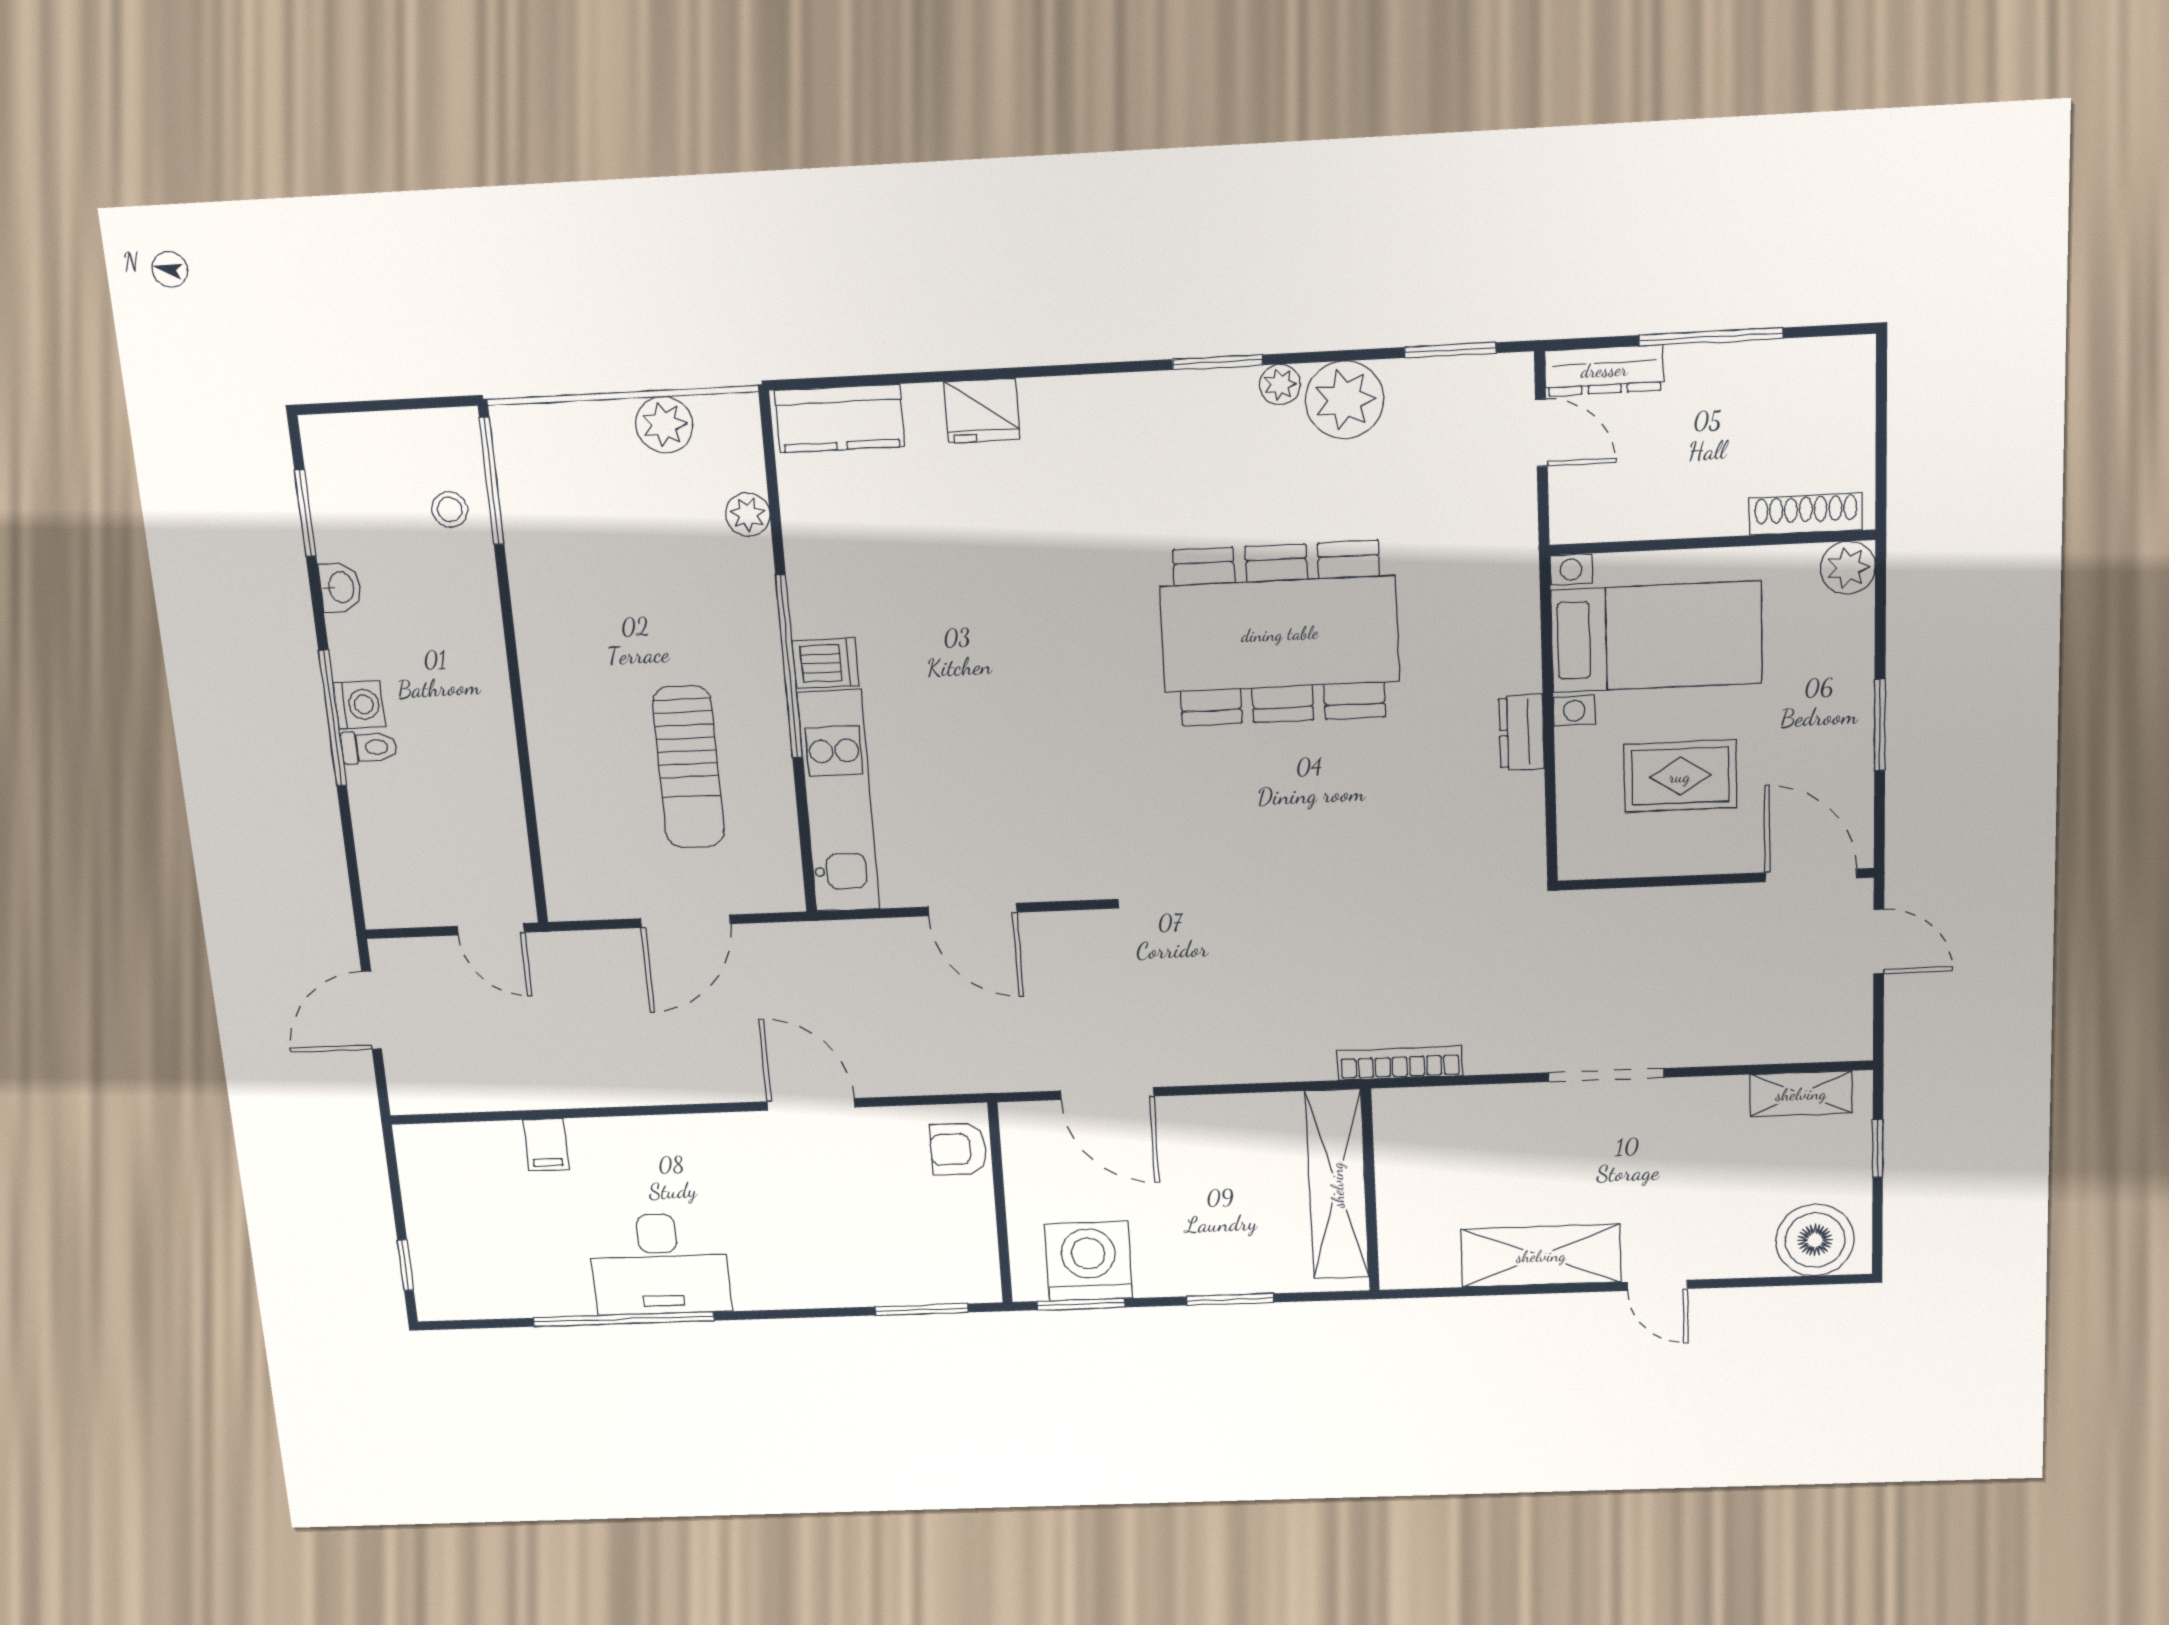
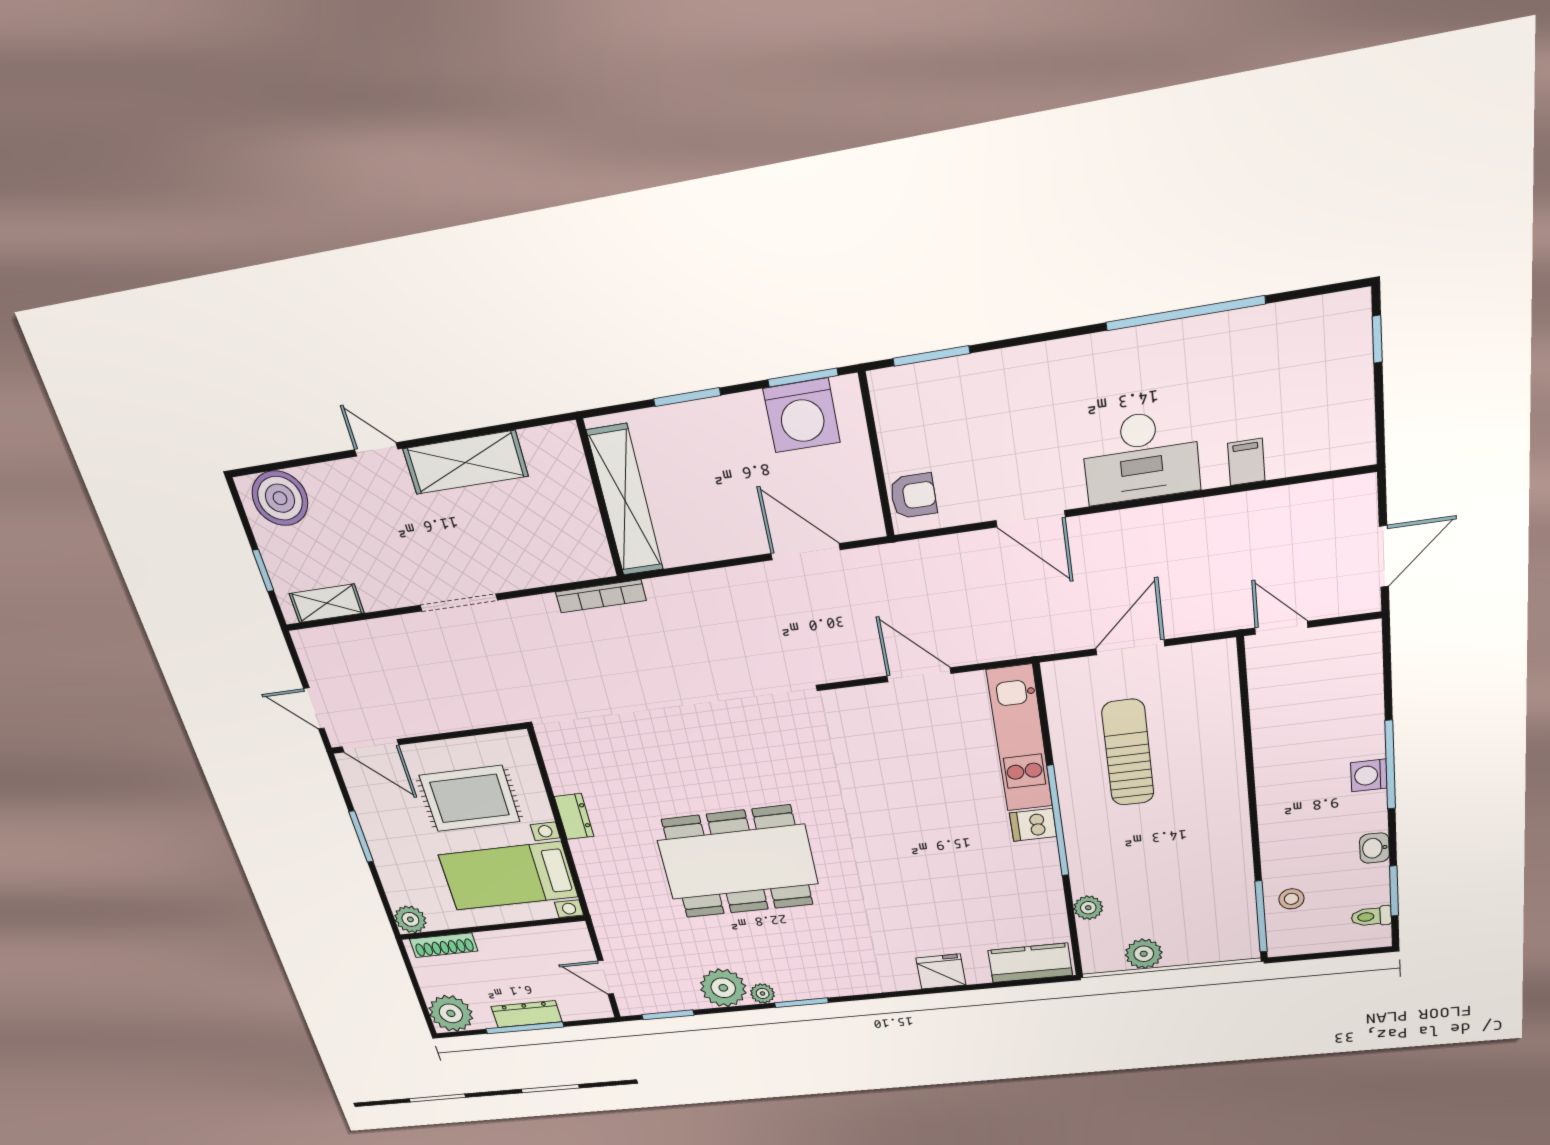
dresser: (1604, 370) -> (526, 1014), moved
plant: (1836, 375) -> (451, 1013), added
toilet: (369, 747) -> (1371, 916), moved
rug: (1680, 776) -> (469, 798), width x1.36, depth x1.43
desk: (660, 1264) -> (1141, 457), moved, turned 180

